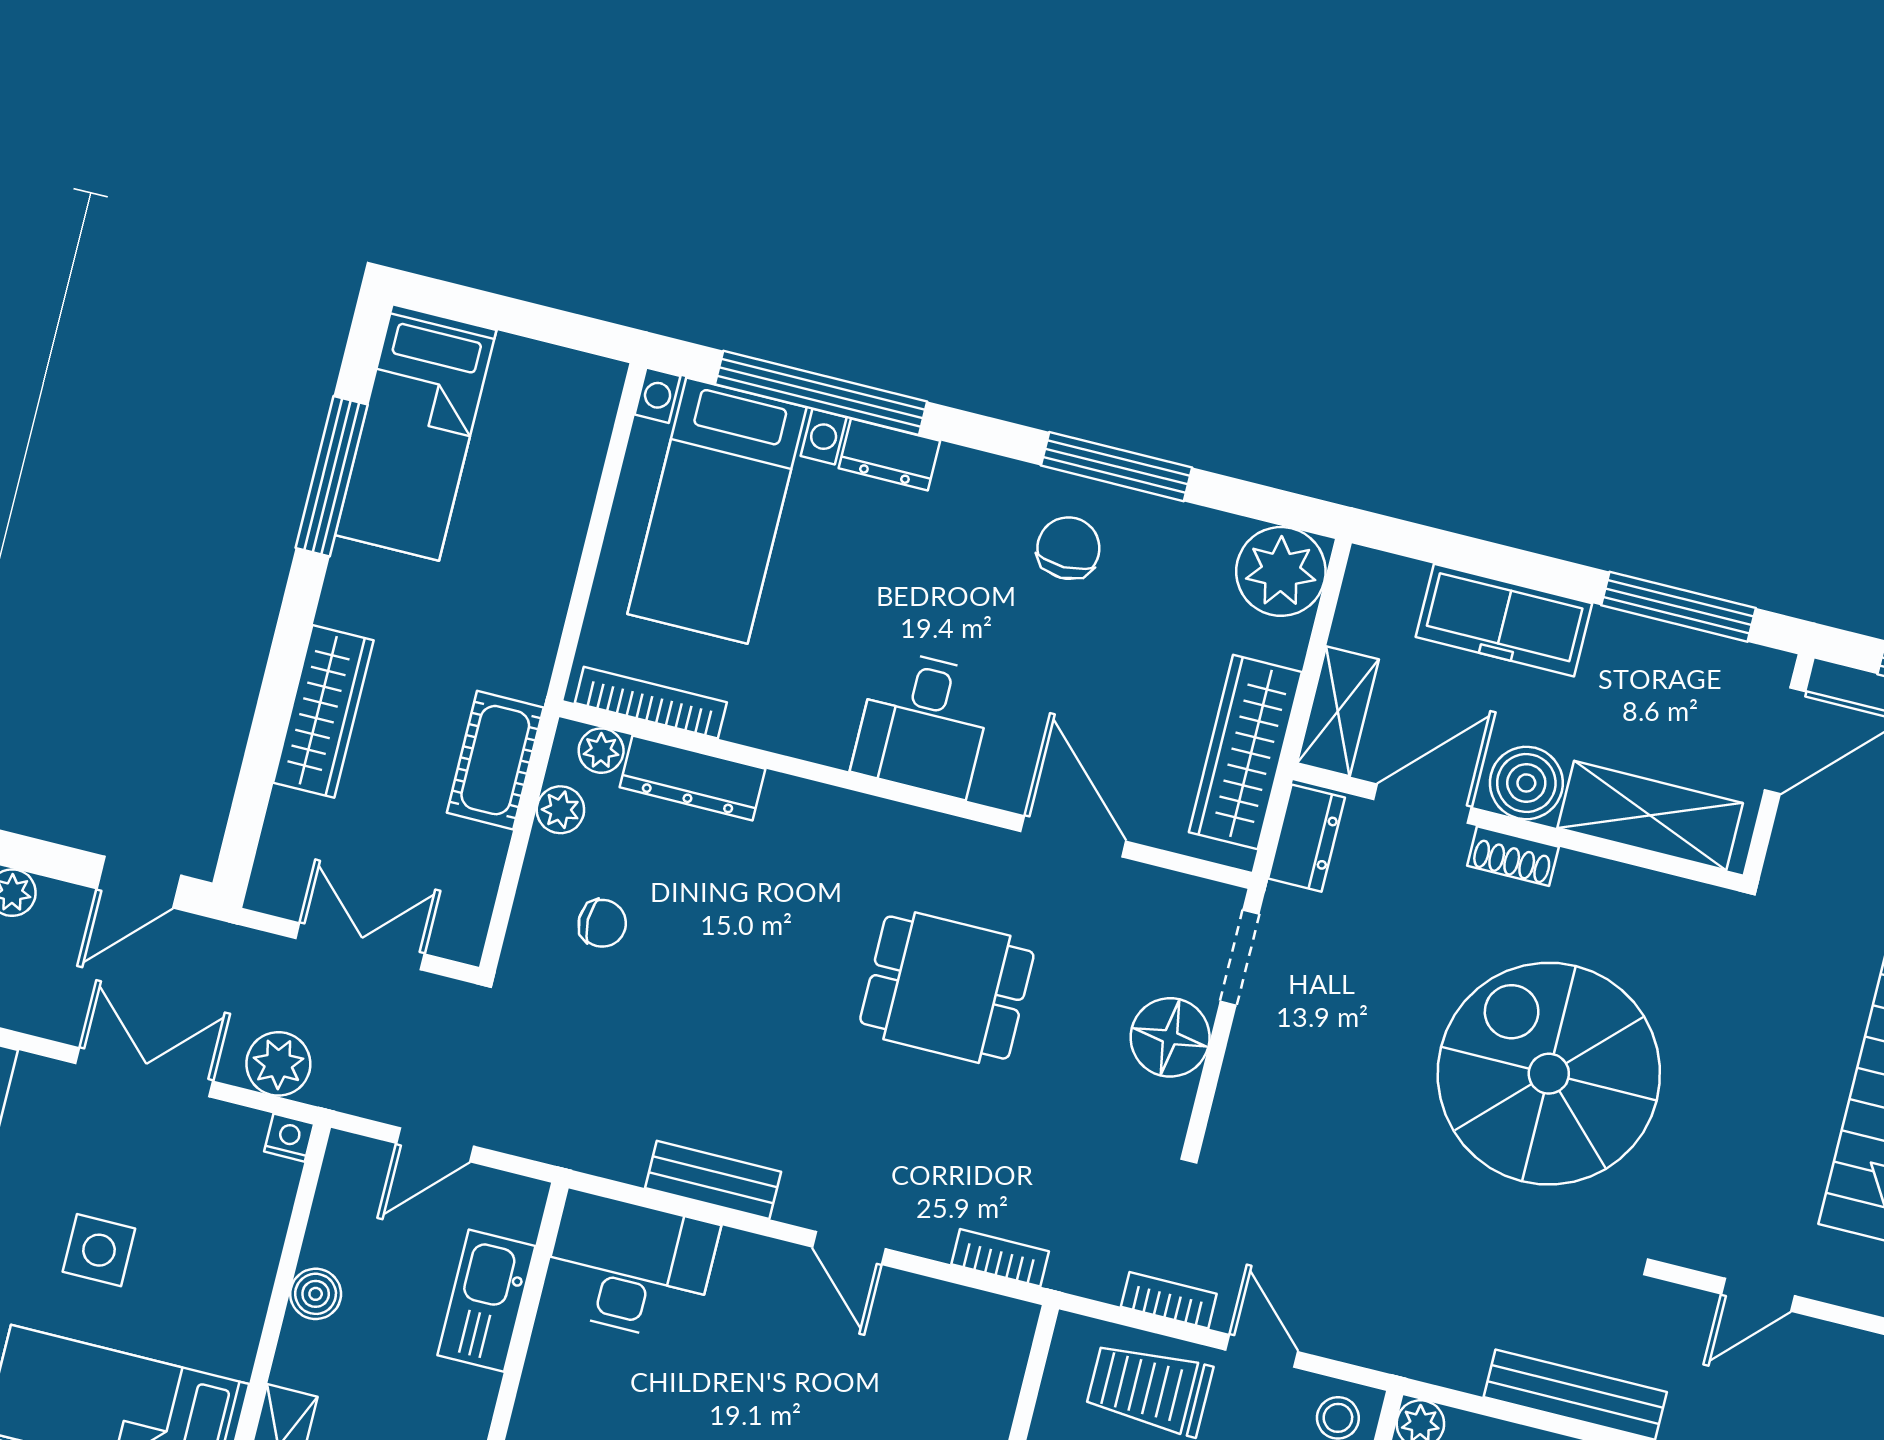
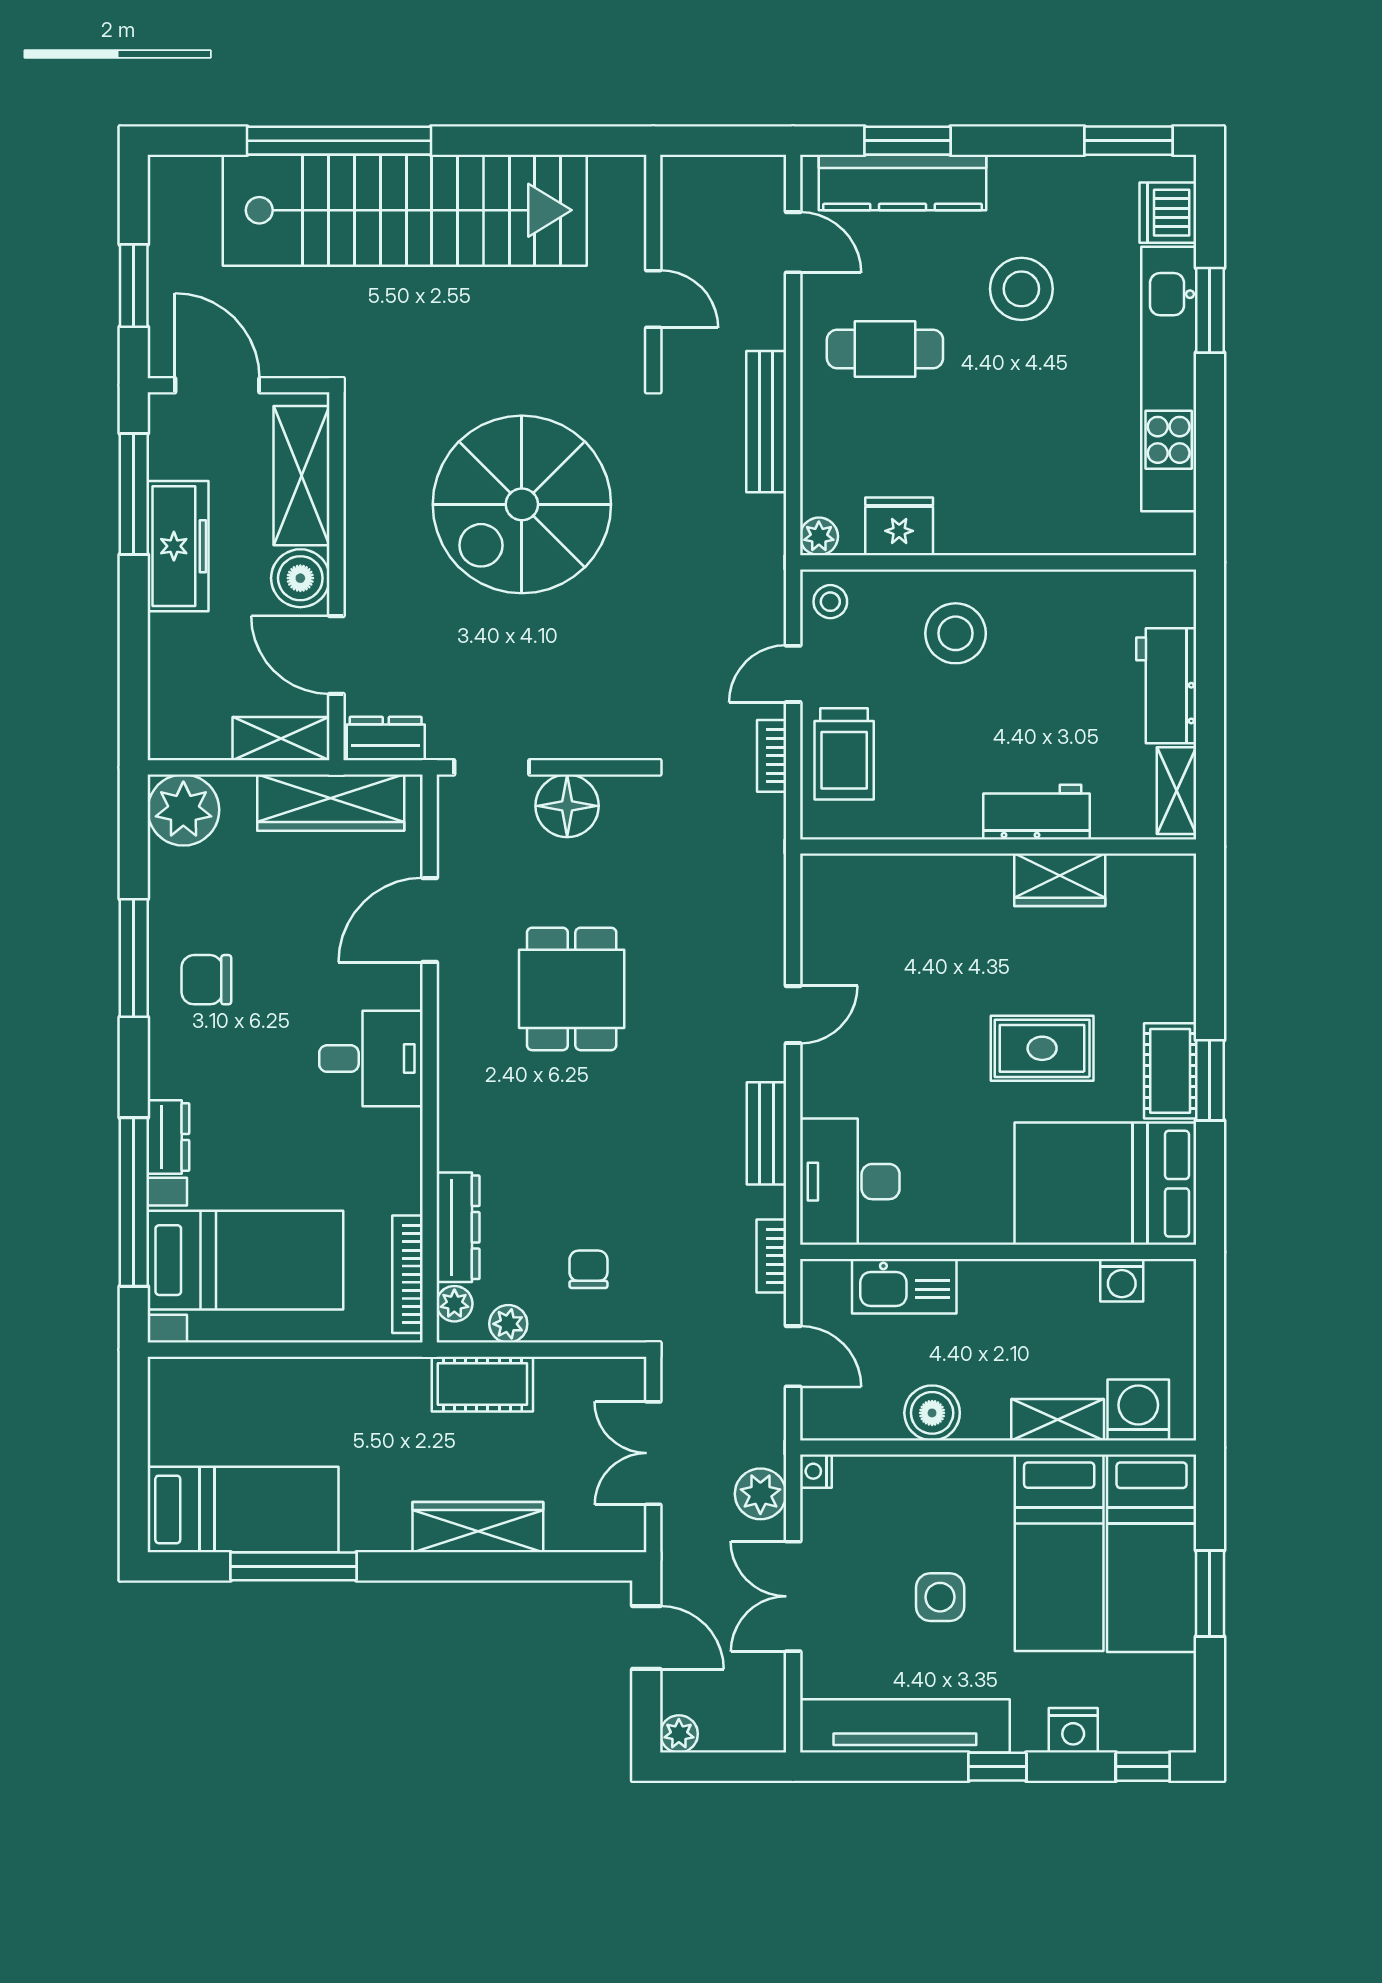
freezer: (1504, 620) -> (178, 546), moved
shoe rack: (1513, 856) -> (360, 574), removed
bookcase: (1000, 1258) -> (771, 1256), moved
boiler: (316, 1294) -> (932, 1413), width x1.36, depth x1.36

